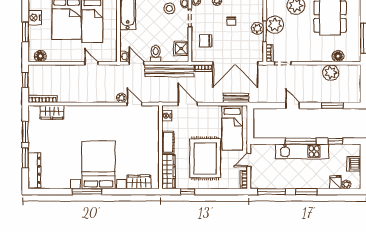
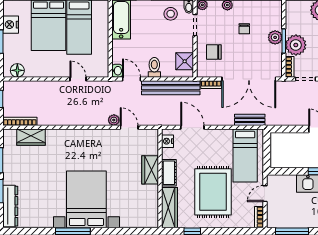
plant: (275, 25) -> (296, 45), moved
wardrobe: (139, 182) -> (150, 170), moved, turned -90

